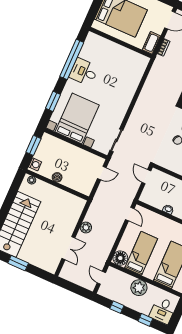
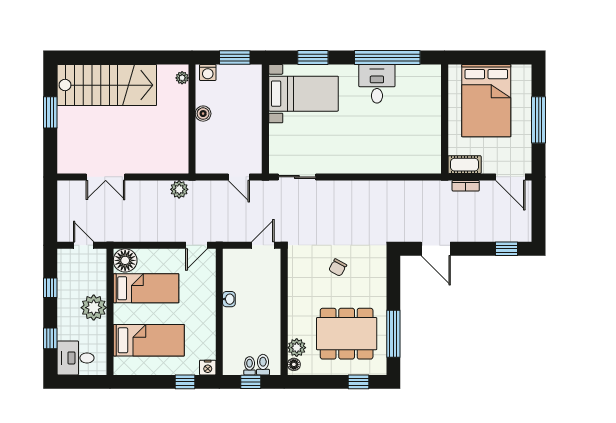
bed with nightstands: (77, 118) -> (304, 94), width x0.73
plant: (86, 228) -> (179, 189), moved
door: (101, 278) -> (84, 245), hinge flipped

